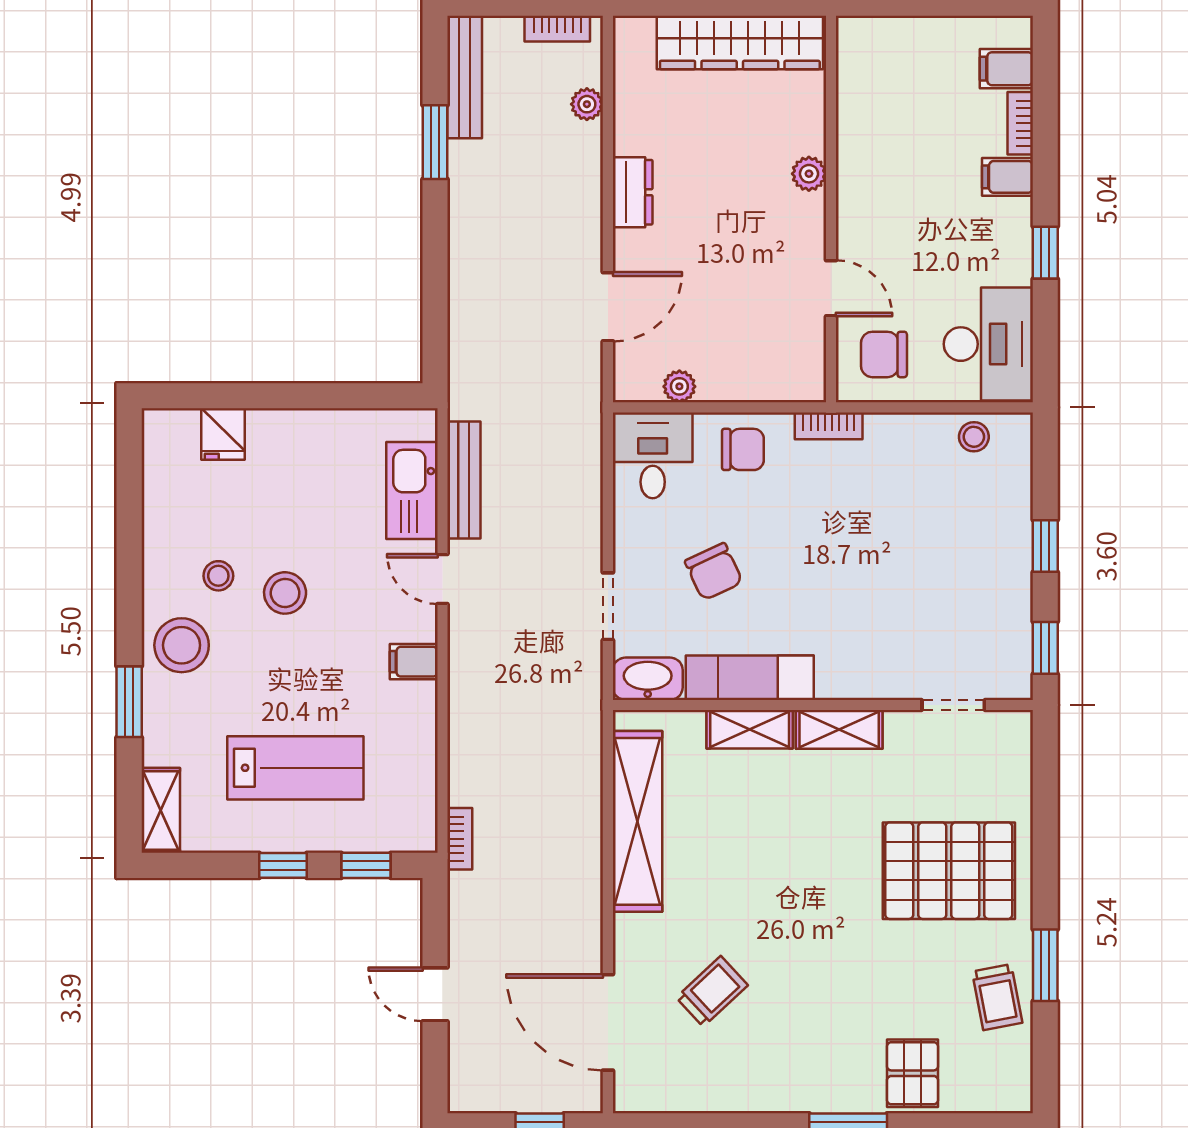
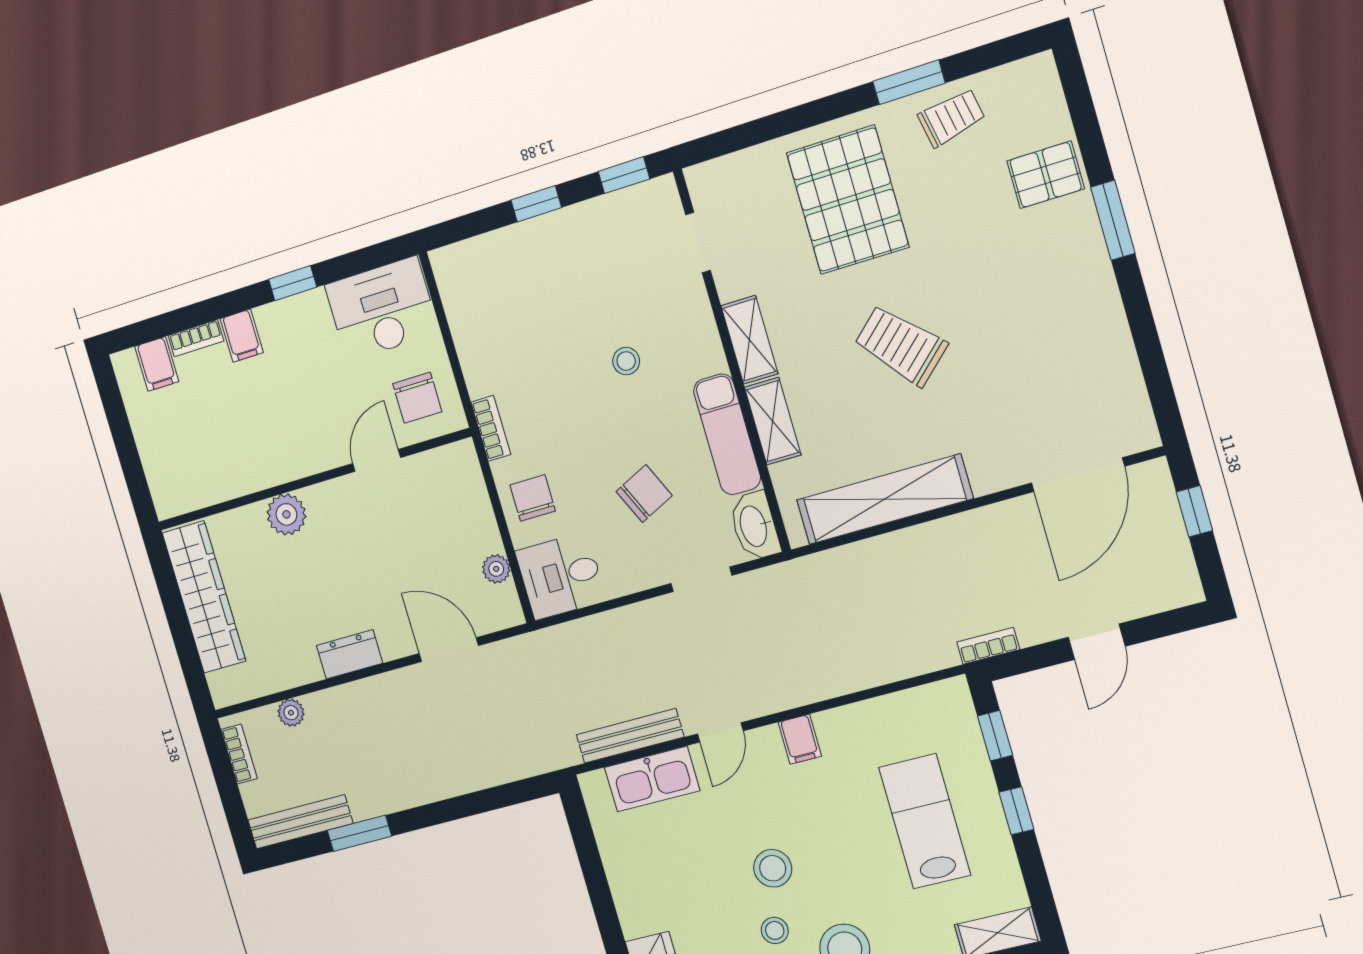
plant: (809, 174) -> (286, 514), width x1.38, depth x1.38
stool: (974, 437) -> (626, 361), moved
bookcase: (460, 839) -> (988, 646), moved
trolley: (712, 991) -> (901, 345), moved, width x1.36, depth x1.39

